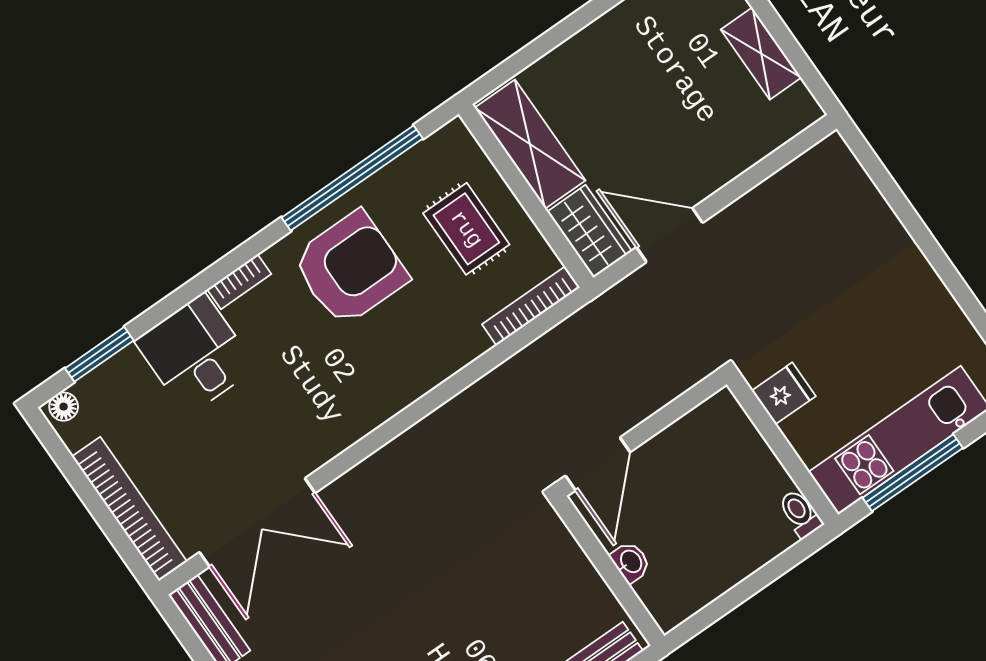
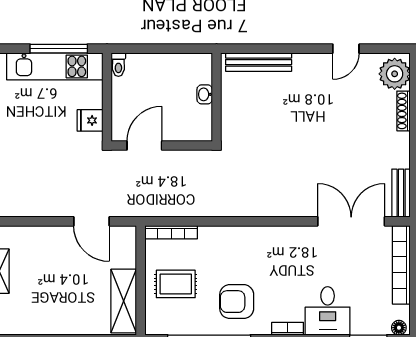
rug: (466, 229) -> (176, 284), turned 90
wardrobe: (589, 231) -> (124, 247), removed
armchair: (350, 268) -> (237, 302), width x0.73, depth x0.73
door: (598, 464) -> (144, 146), moved

